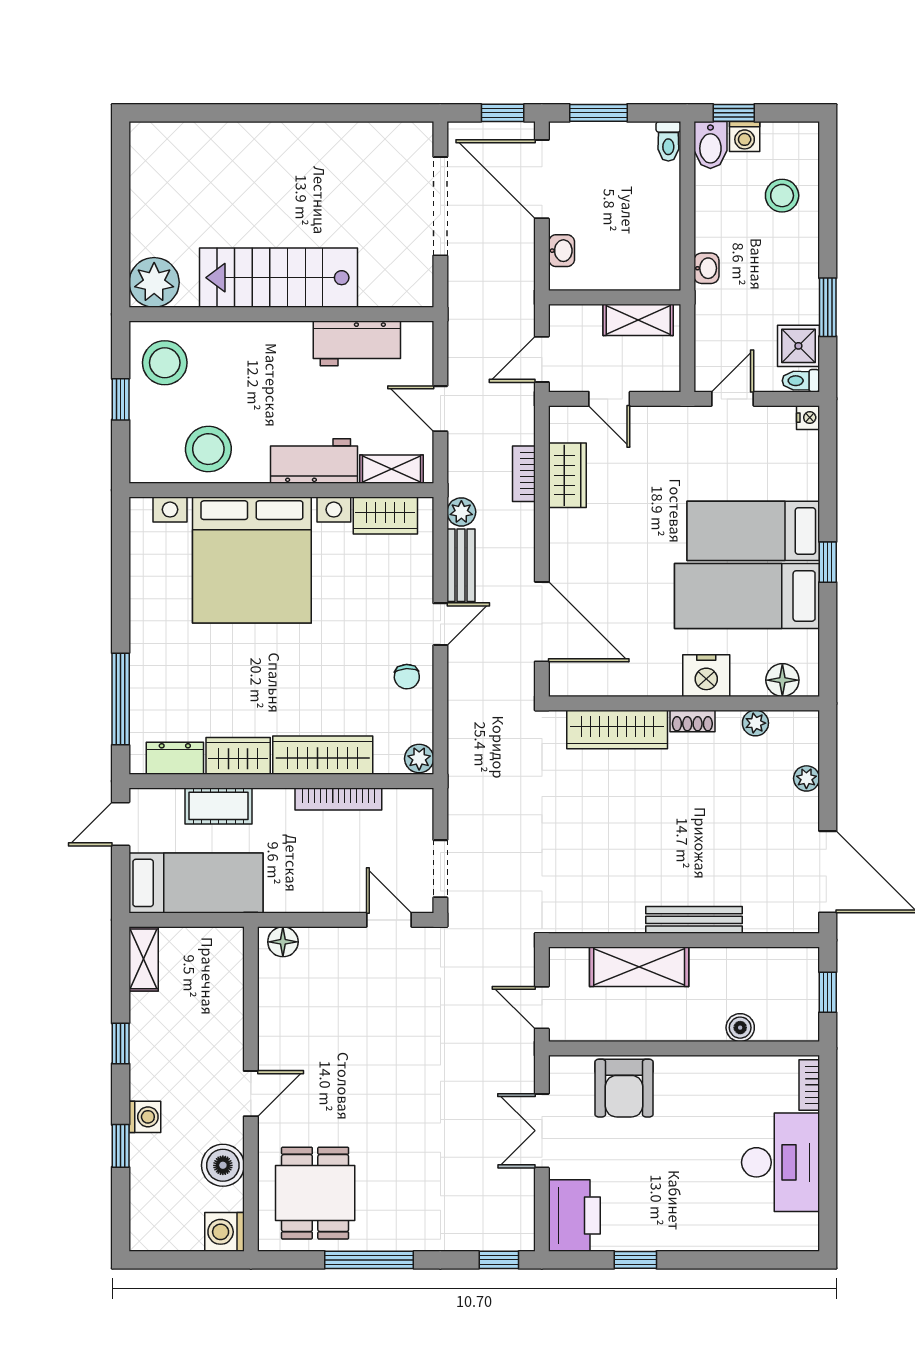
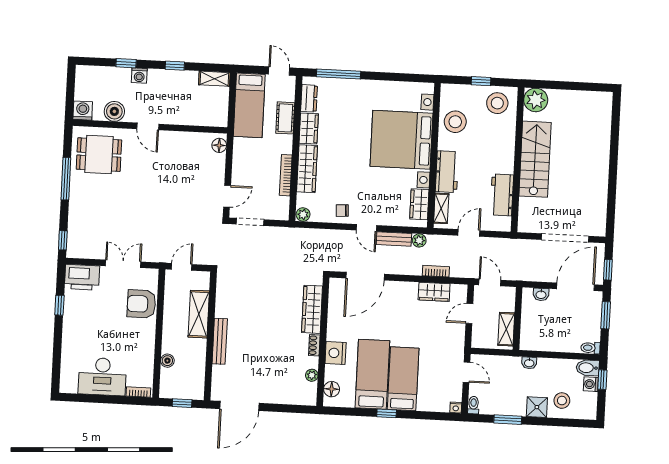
shower: (798, 346) -> (537, 407), moved
plant: (806, 778) -> (284, 398), removed

